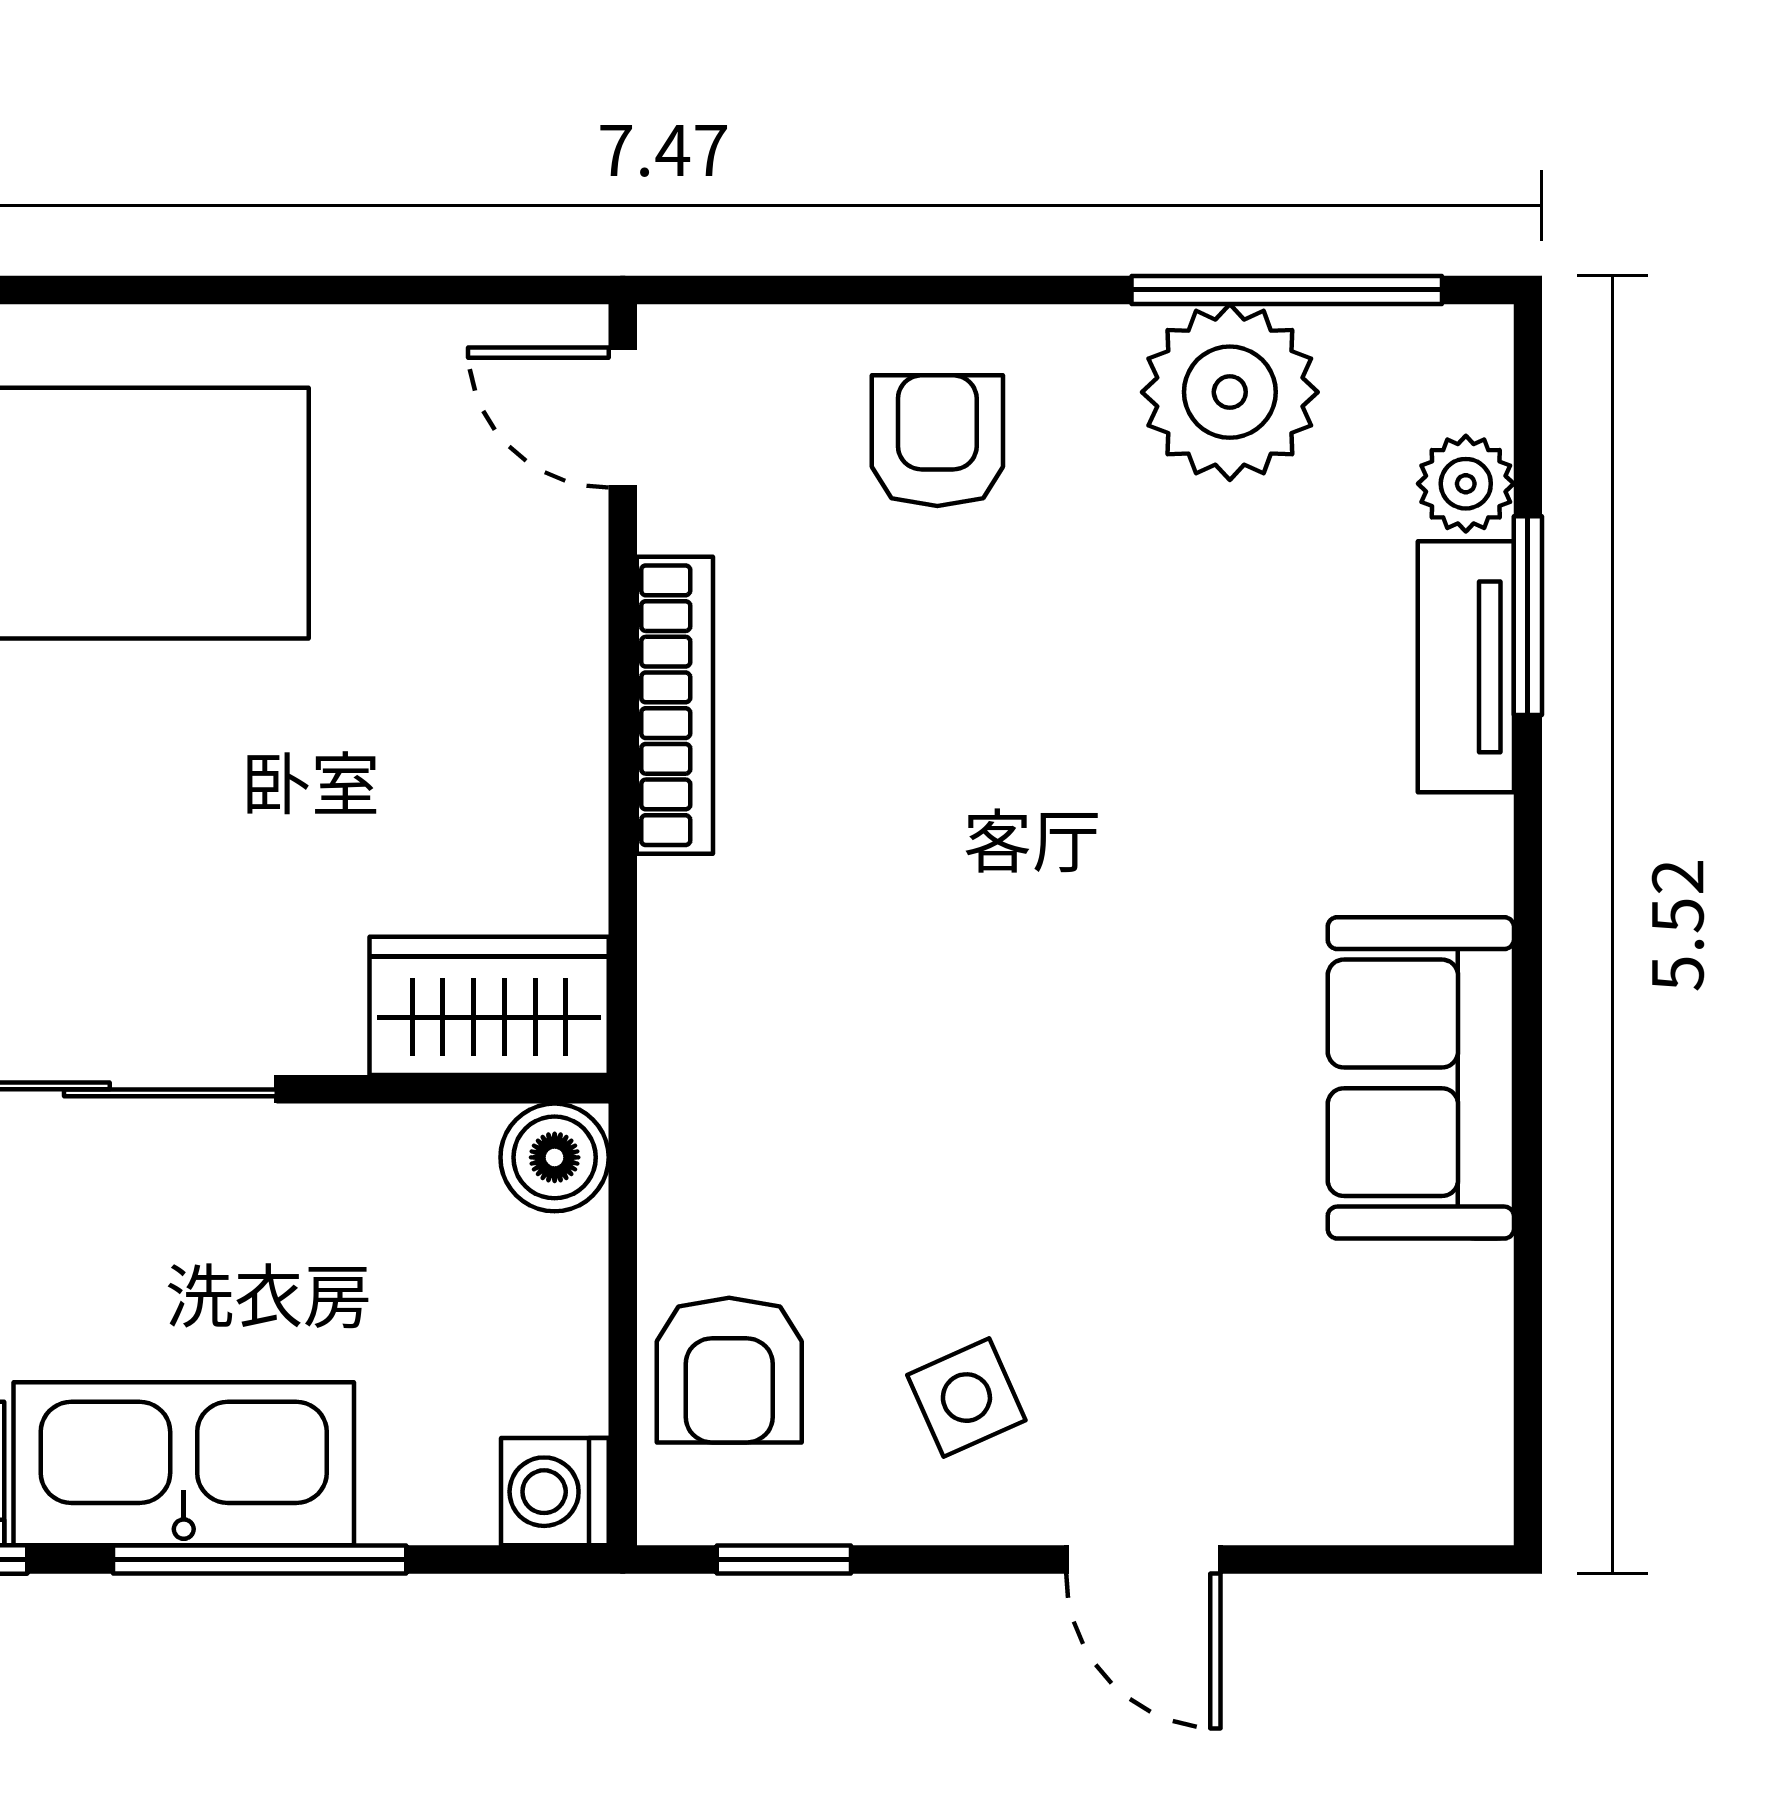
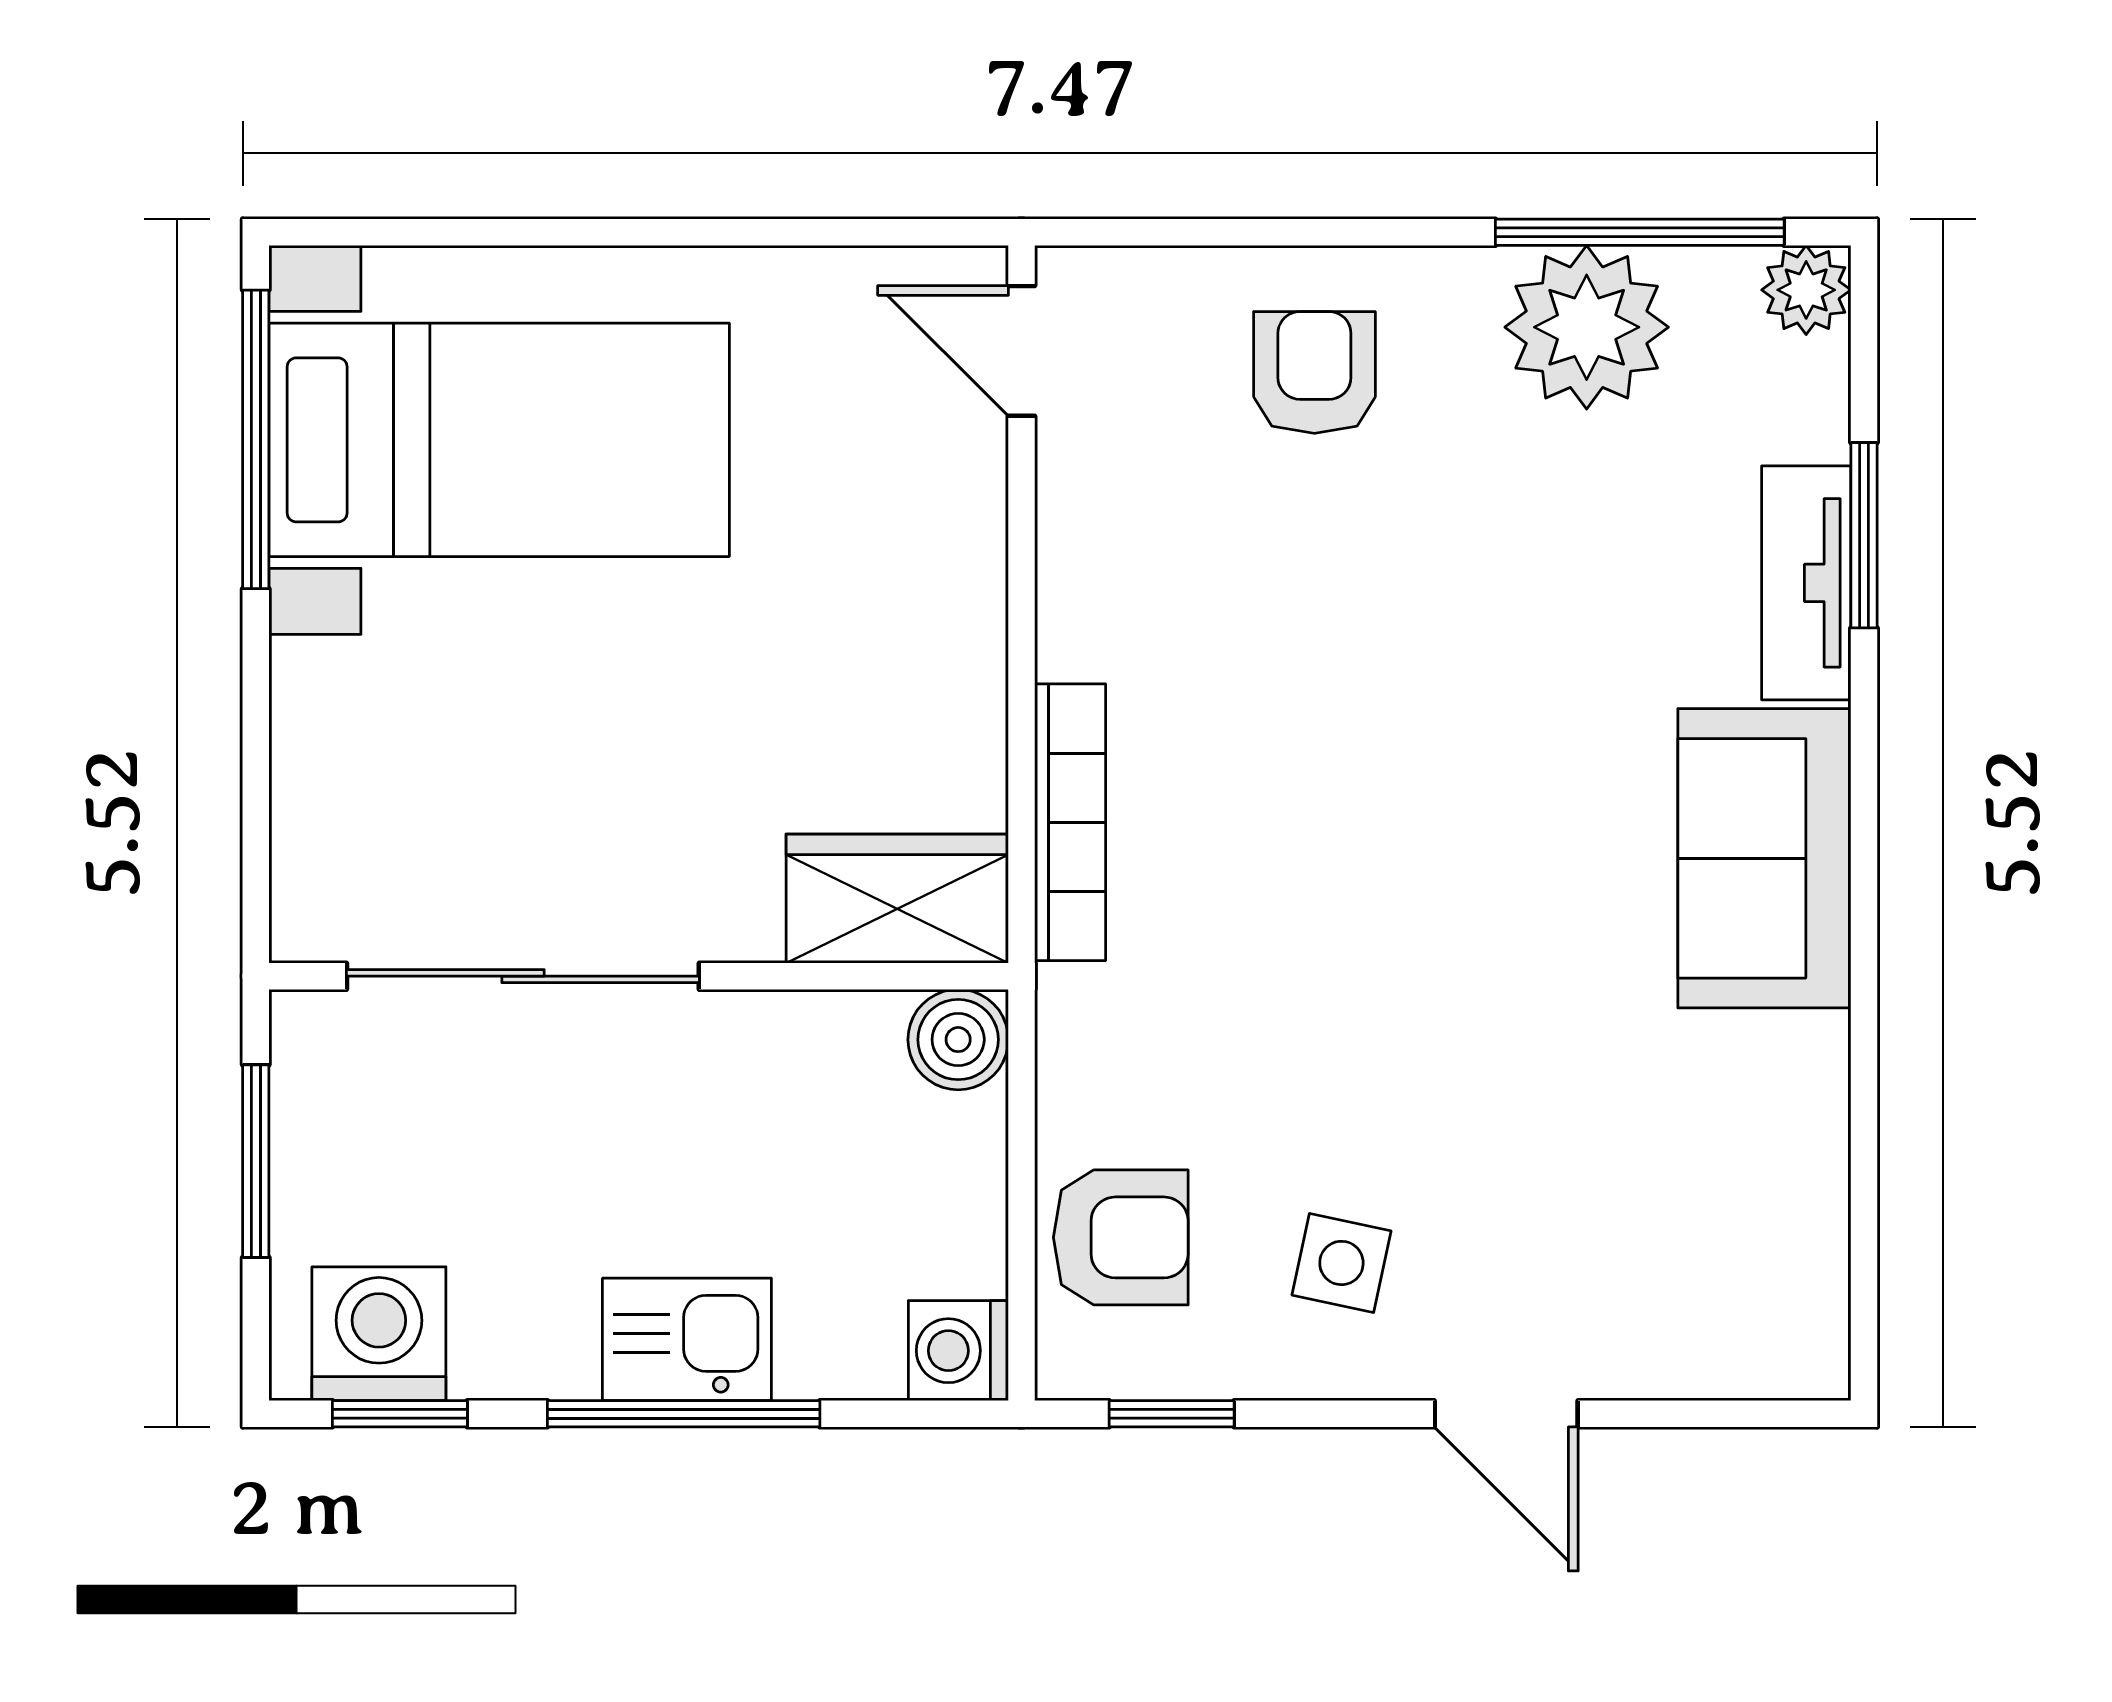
plant: (1466, 484) -> (1806, 290), moved
bookcase: (675, 705) -> (1070, 822), moved
sofa: (1421, 1078) -> (1764, 858), moved
armchair: (729, 1370) -> (1121, 1237), turned -90
side table: (966, 1398) -> (1341, 1263), turned 36
kitchen sink: (184, 1464) -> (687, 1339), width x0.53, depth x0.81

